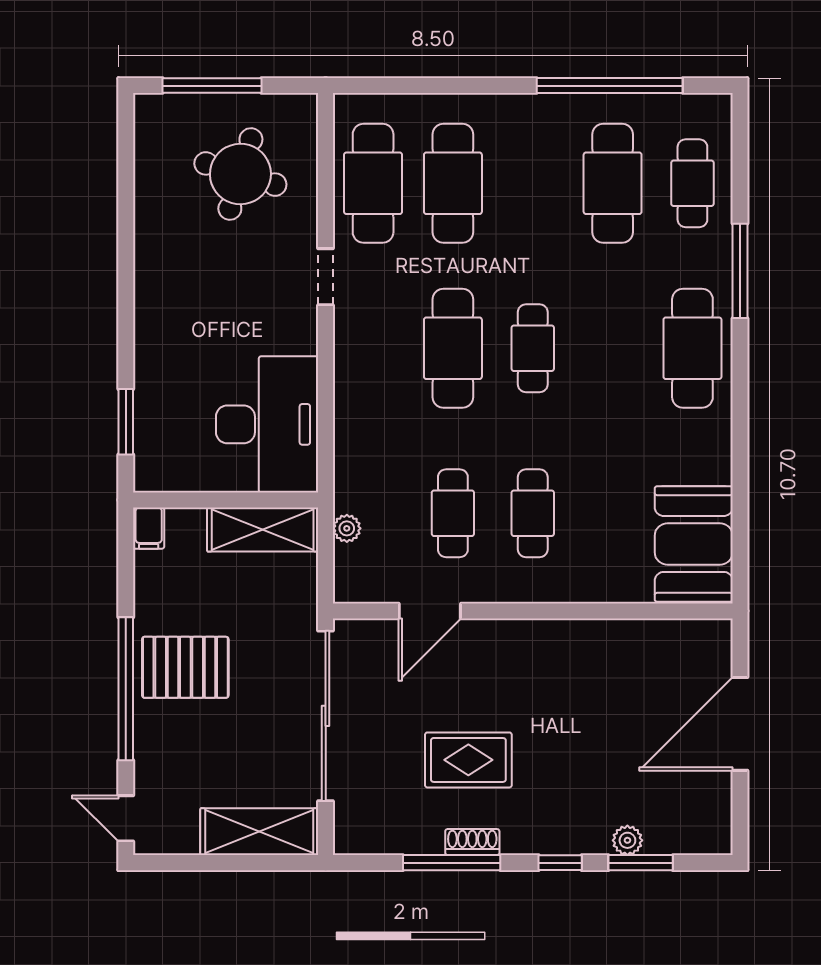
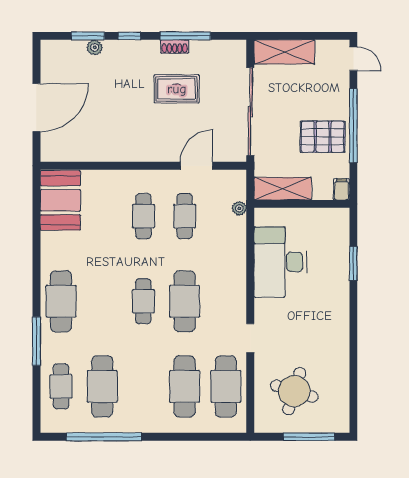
wall: (226, 500) -> (302, 204), moved
filing cabinet: (149, 528) -> (342, 189), moved
shelving: (263, 530) -> (283, 189), moved

